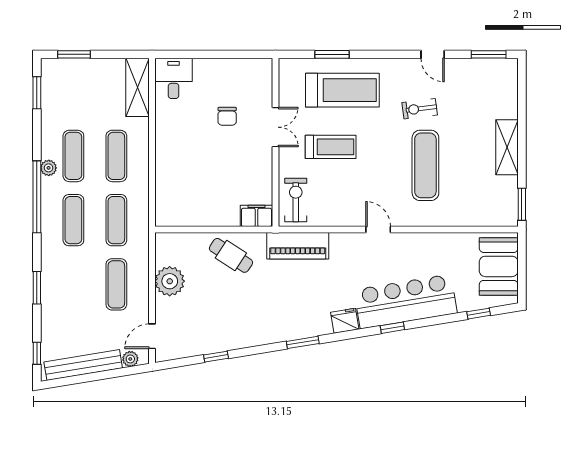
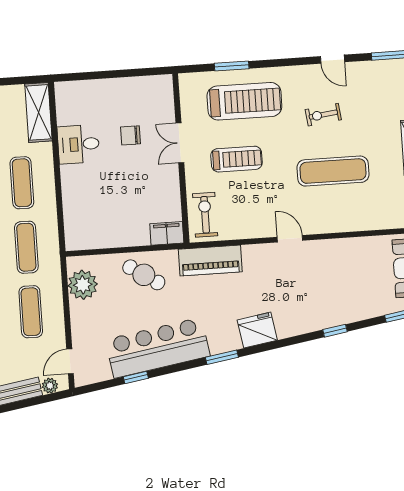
desk: (173, 78) -> (78, 144), moved, turned -90
chair: (227, 116) -> (130, 135), turned 90
double door: (276, 127) -> (180, 143), swing flipped
exercise mat: (425, 165) -> (333, 171), turned 90
plant: (170, 281) -> (83, 285), moved
bar counter: (406, 301) -> (158, 348), moved
fridge: (345, 321) -> (257, 330), width x1.36, depth x1.34
window: (392, 328) -> (335, 331), moved

